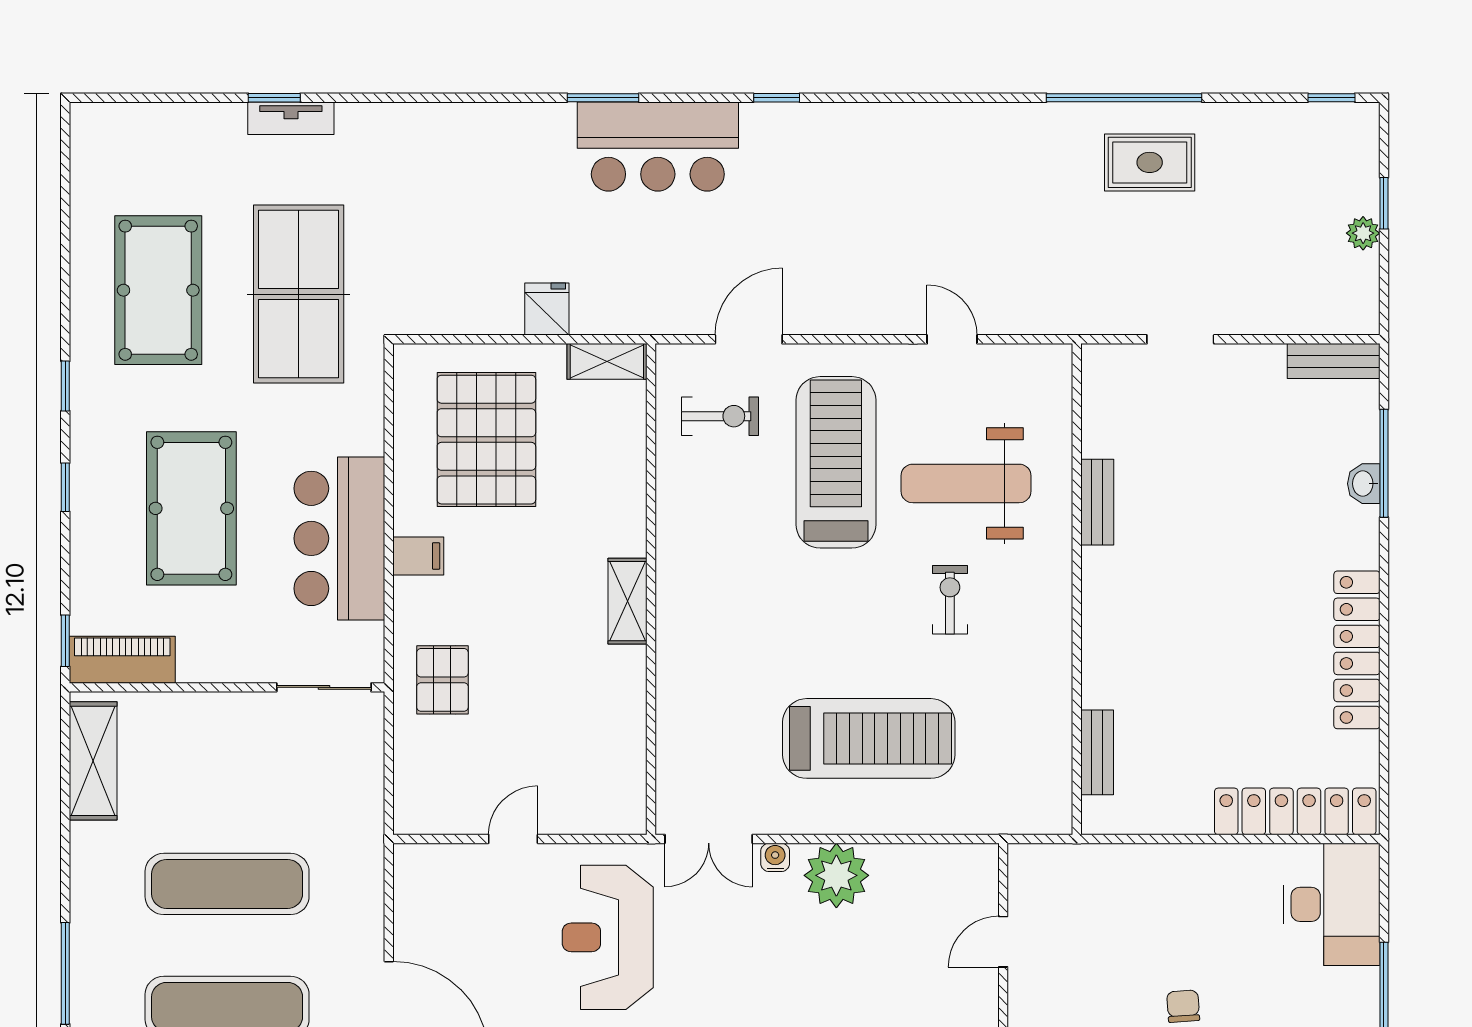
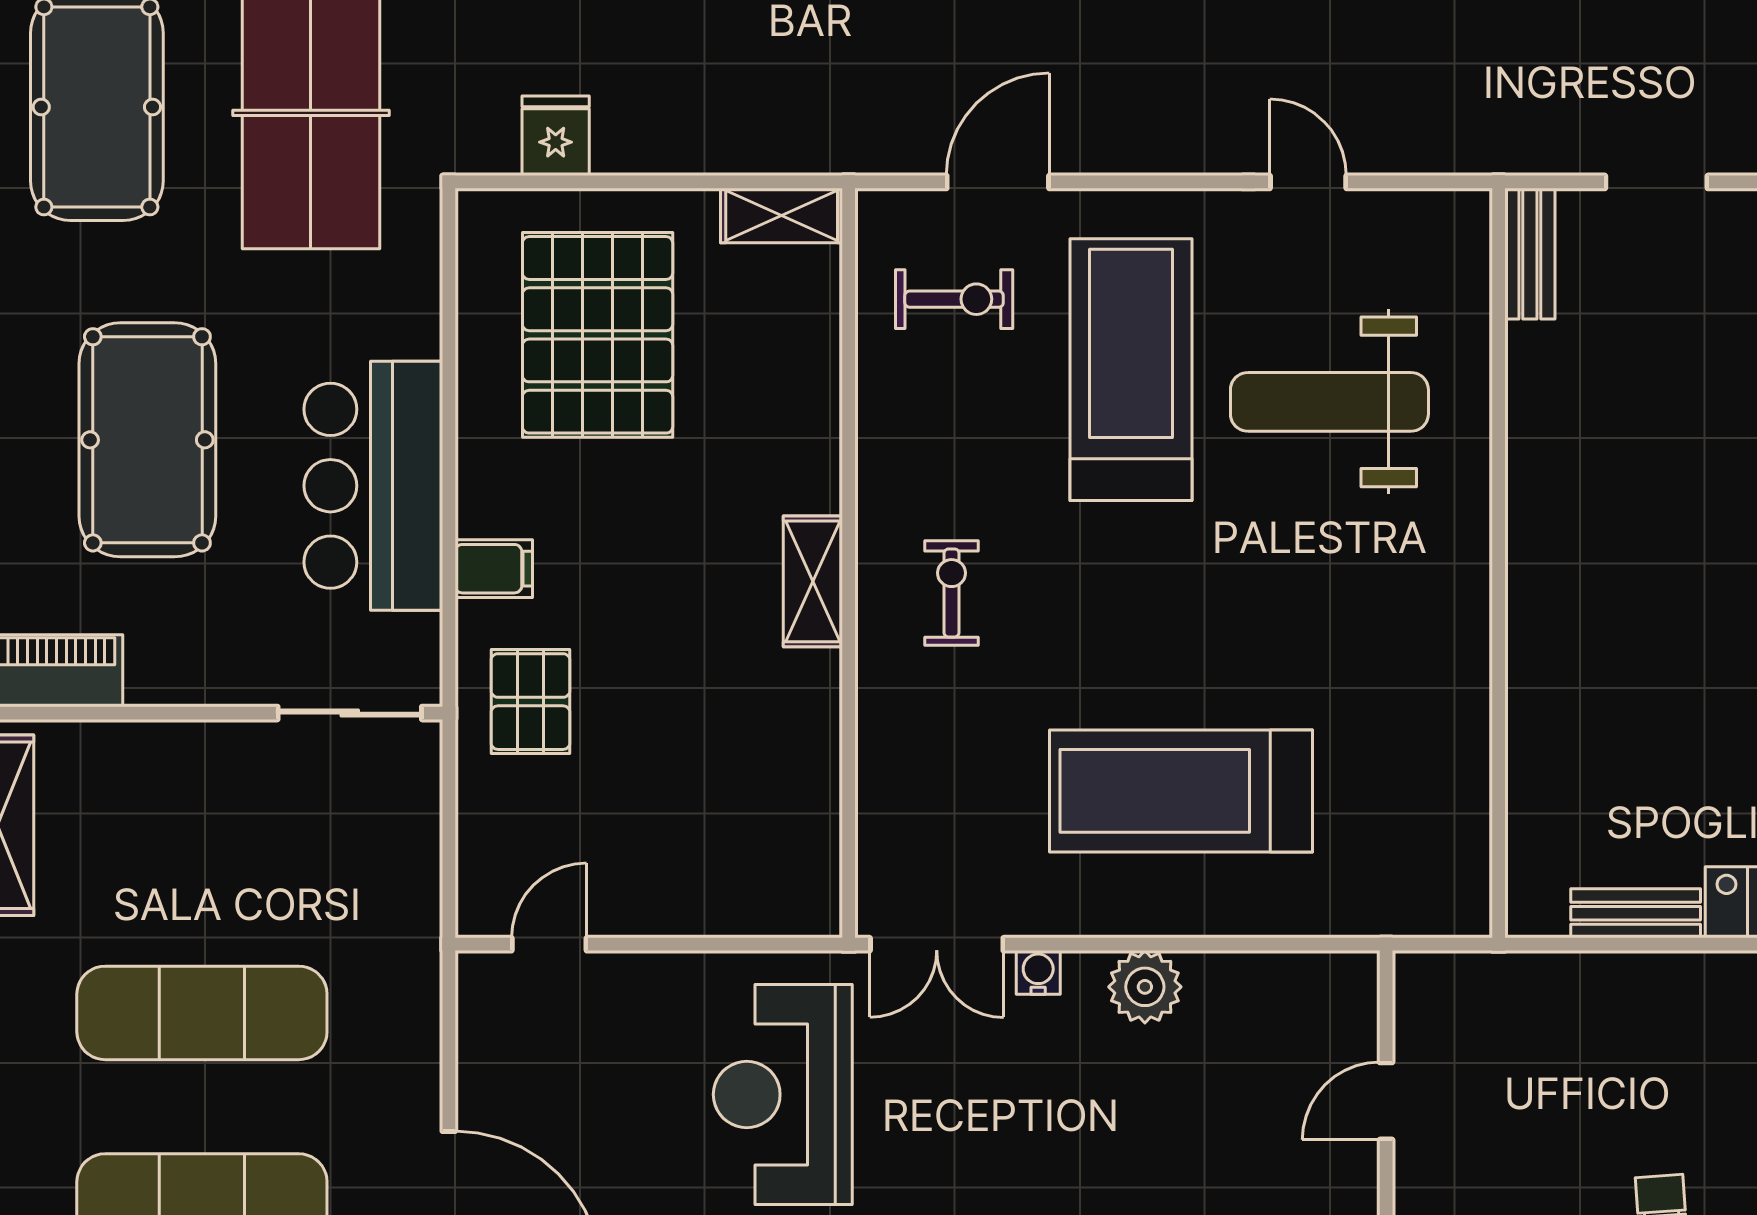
fridge: (547, 309) -> (556, 136), moved
bench: (1097, 502) -> (1530, 254), moved
filing cabinet: (418, 556) -> (494, 569), moved
exercise bike: (950, 600) -> (952, 593), moved
treadmill: (869, 738) -> (1181, 791), turned 180
bench: (1097, 752) -> (1636, 913), moved, turned 90
door: (513, 839) -> (549, 944), moved
plant: (836, 875) -> (1145, 987), width x0.73, depth x0.73

